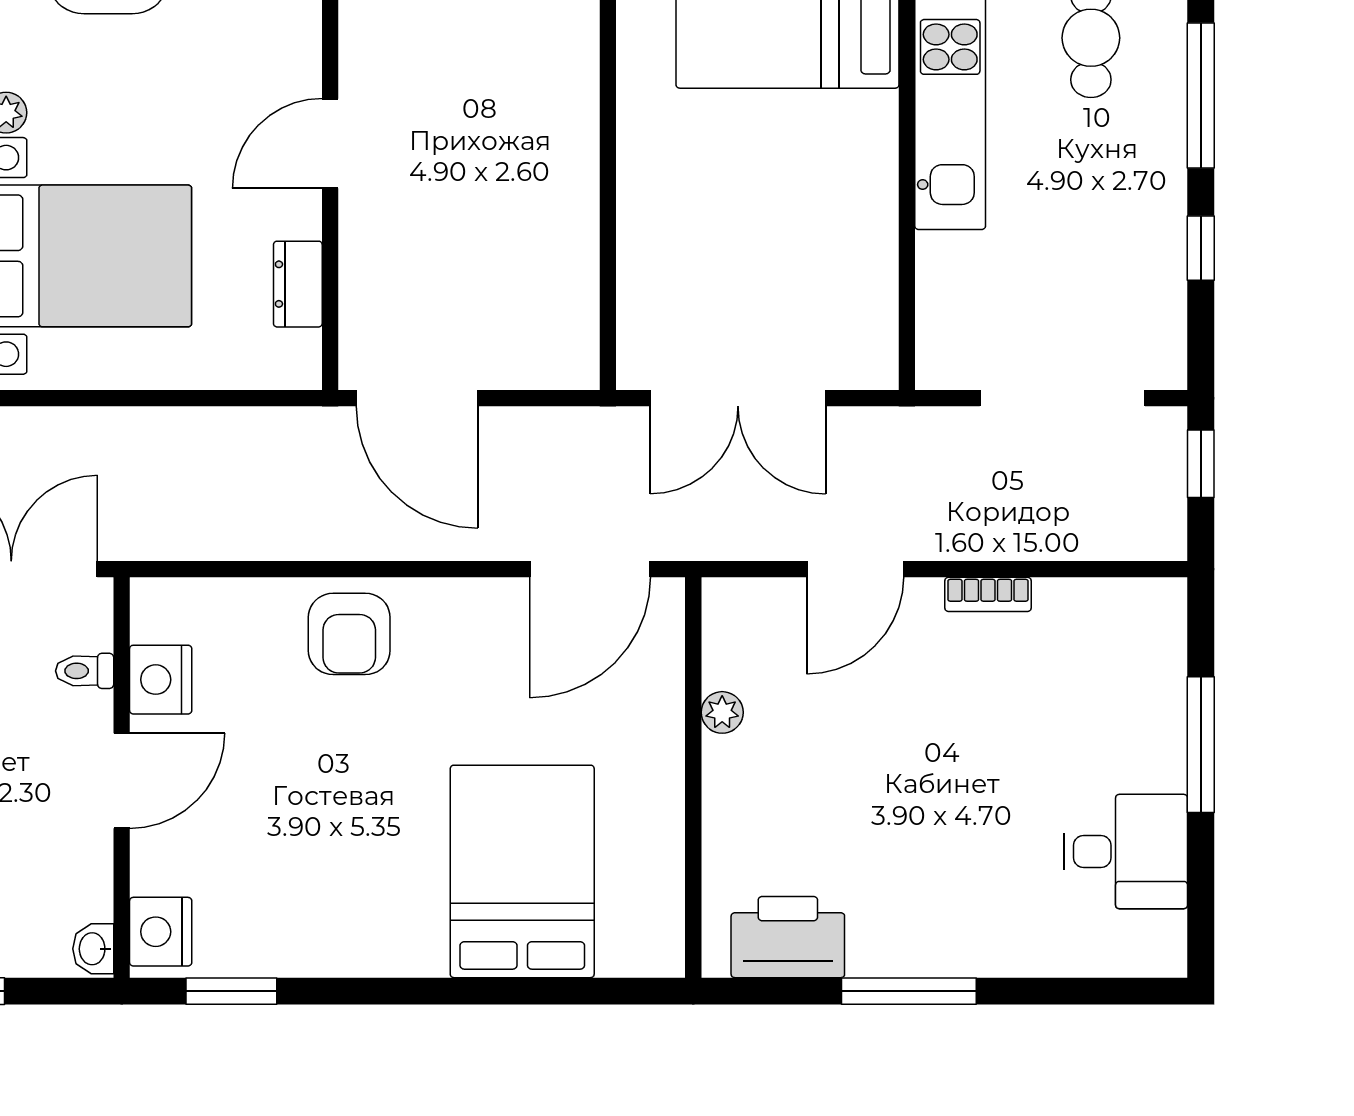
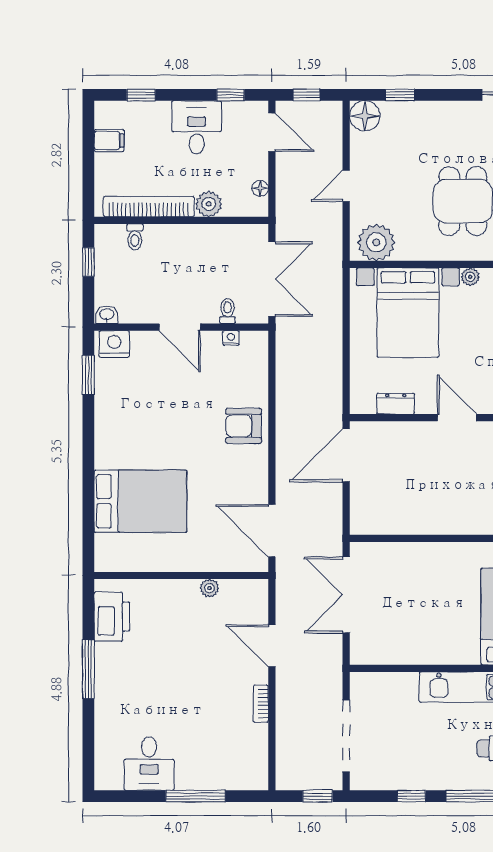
nightstand: (161, 680) -> (231, 338), width x0.53, depth x0.56

